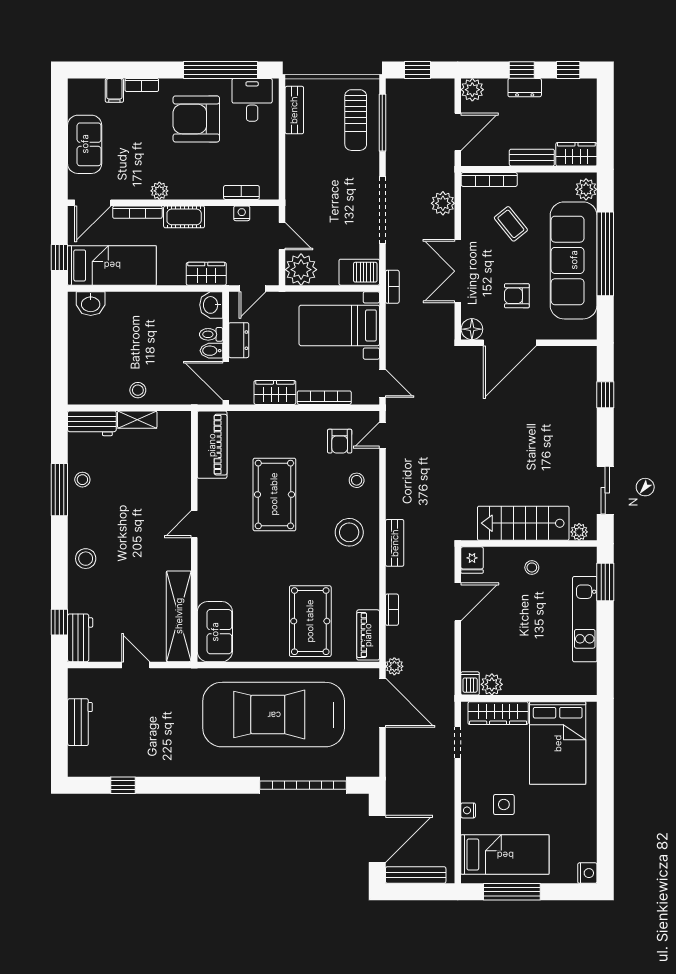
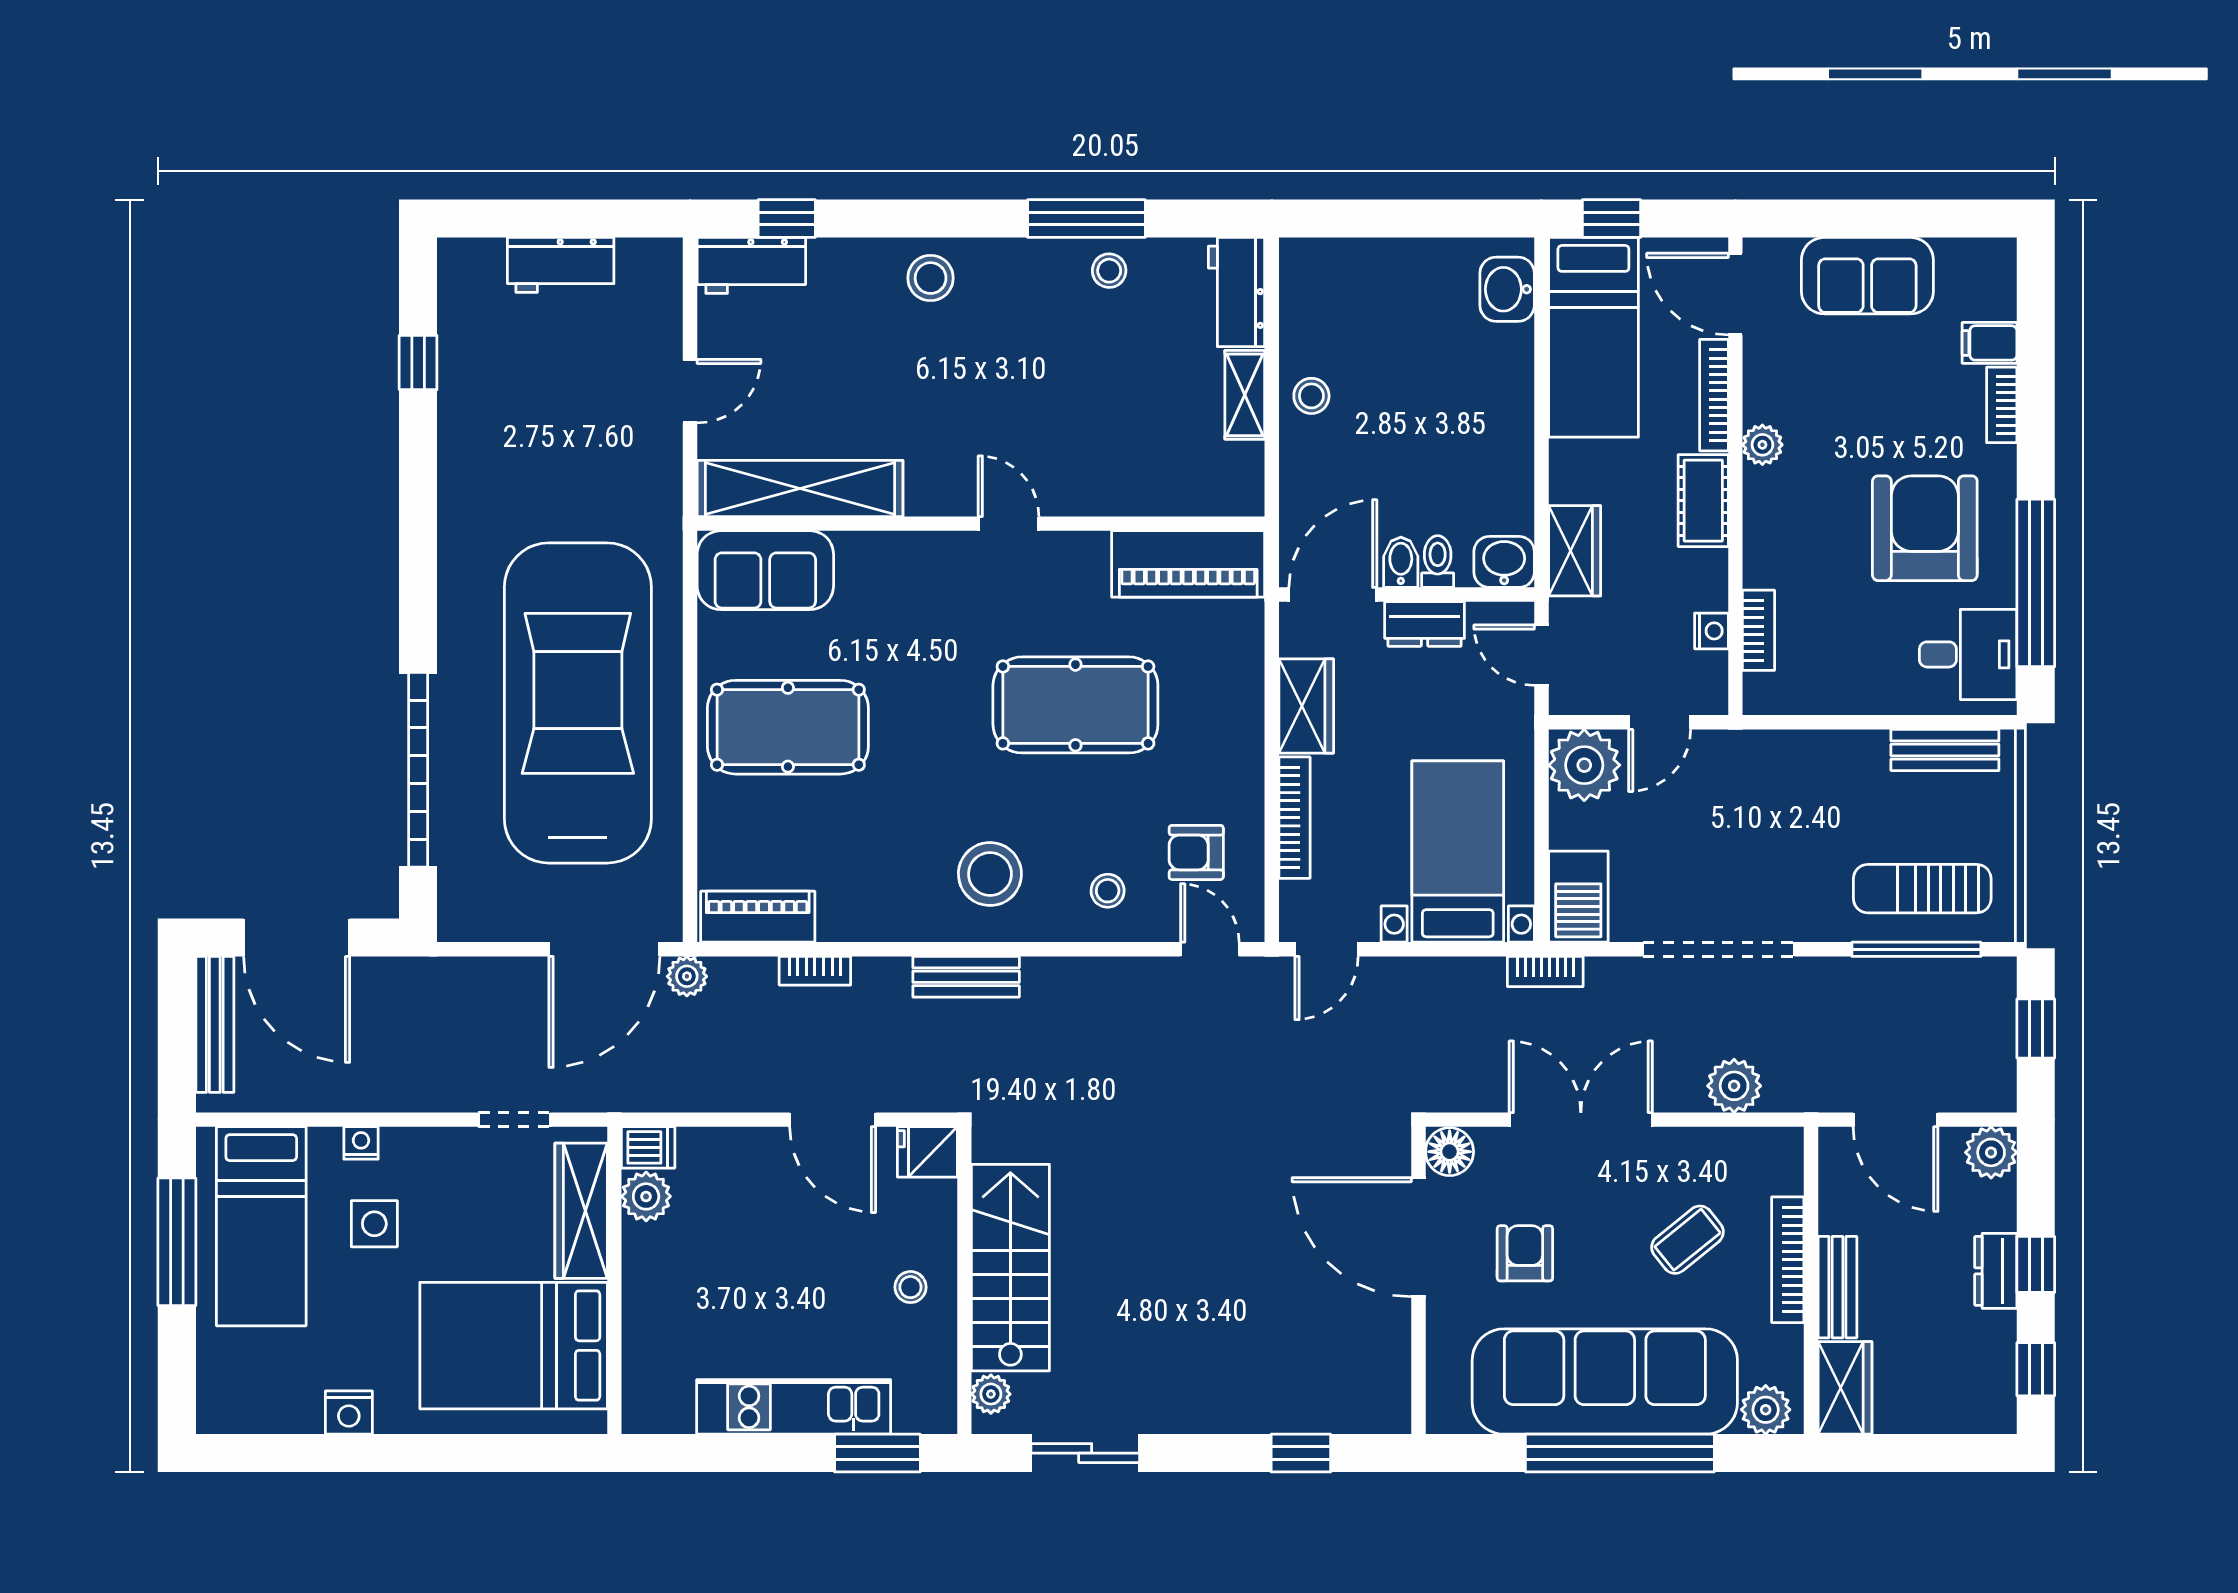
bookcase: (489, 180) -> (1788, 1260), moved
pool table: (310, 621) -> (788, 727), moved
nightstand: (587, 873) -> (349, 1413), moved

